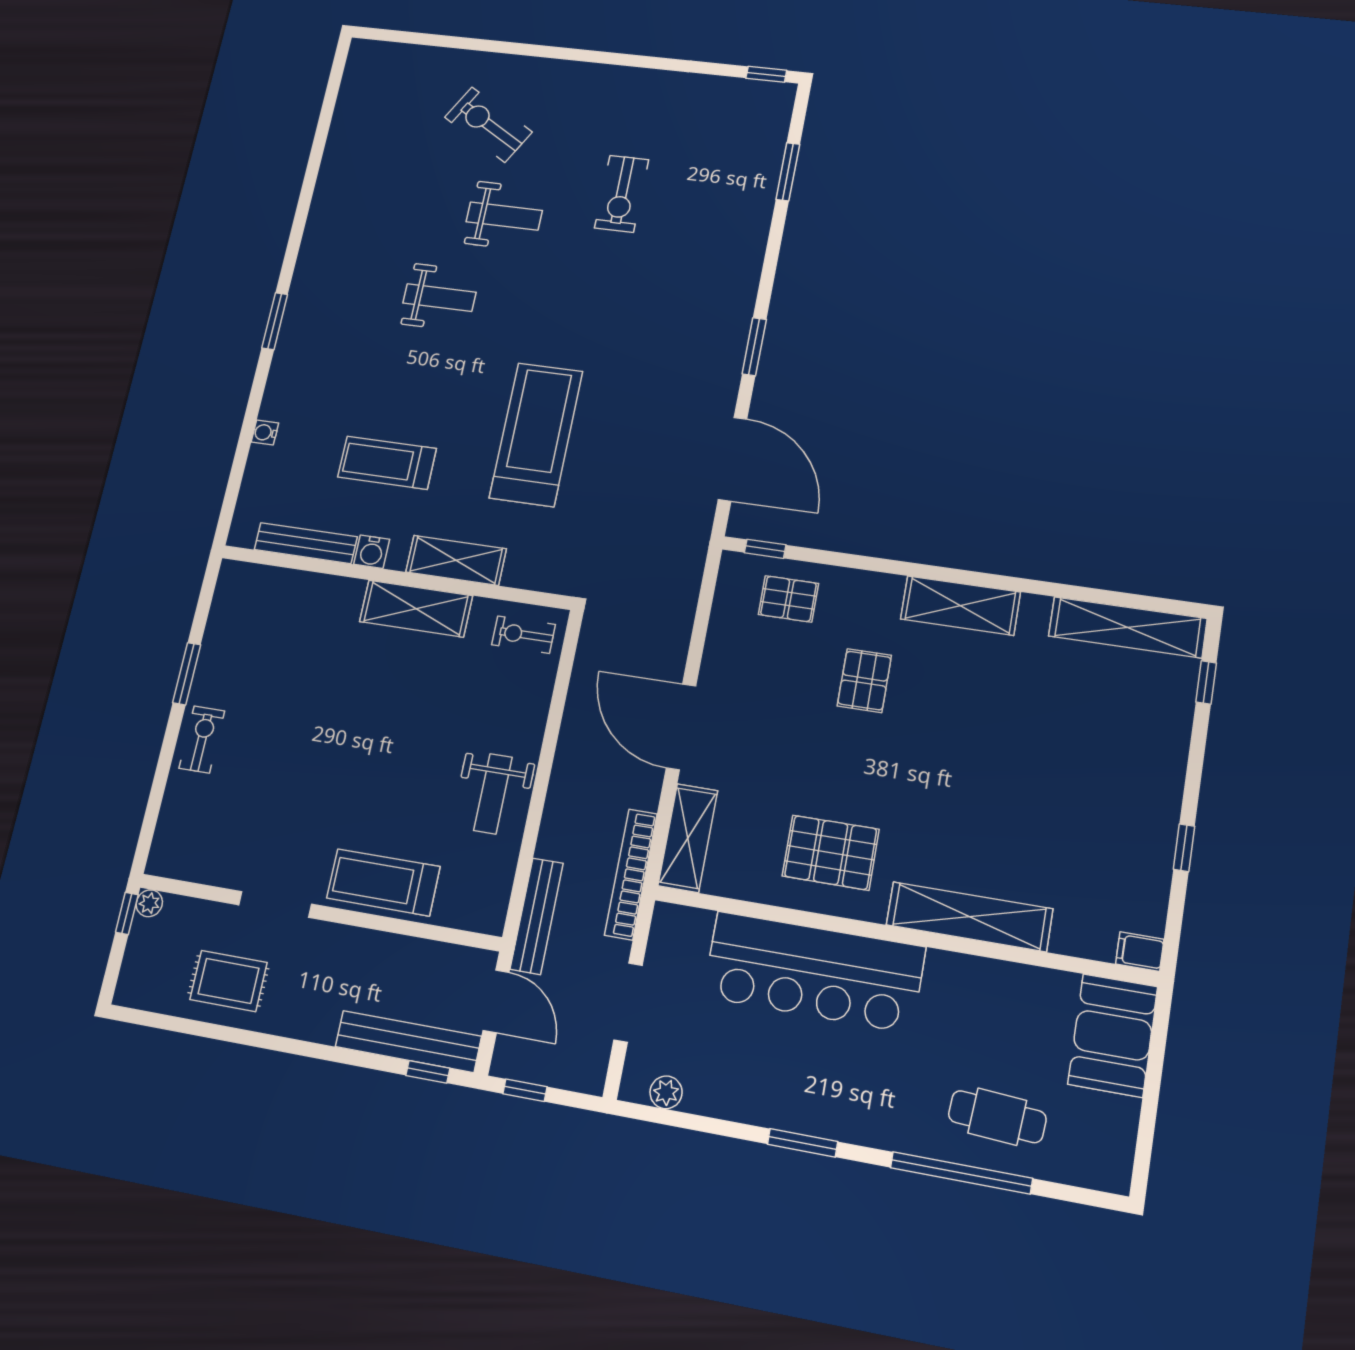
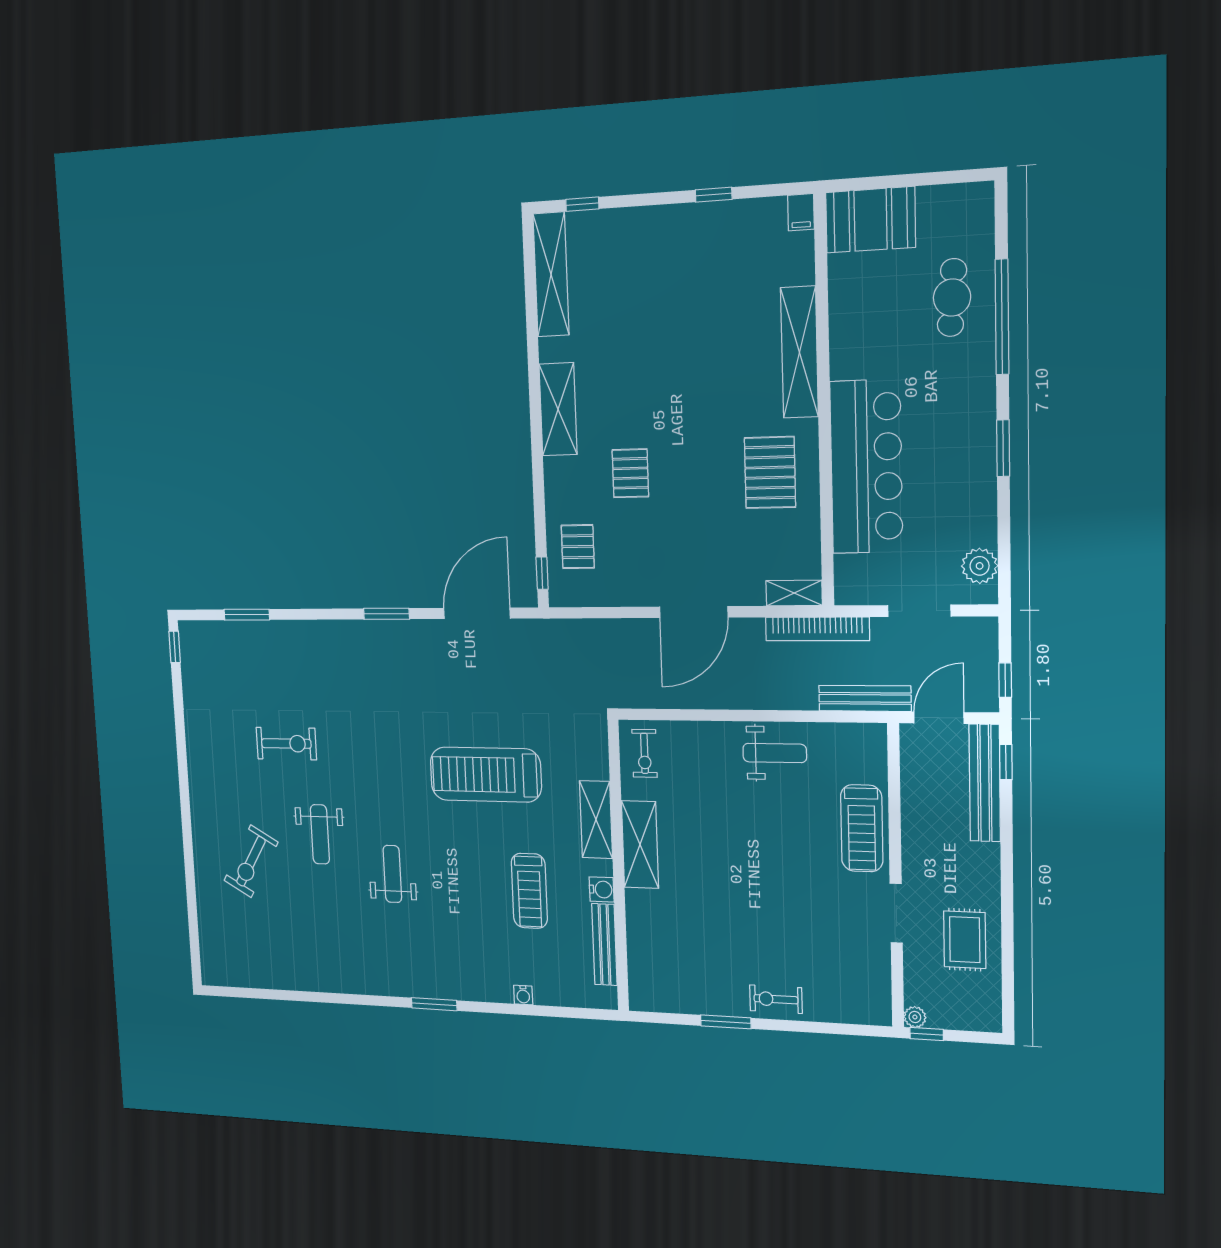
weight bench: (504, 216) -> (320, 834), turned 180
pallet: (864, 681) -> (630, 473), turned 90
shelving: (688, 838) -> (794, 593), width x0.67, depth x0.75
plant: (666, 1092) -> (980, 566), width x1.38, depth x1.38

